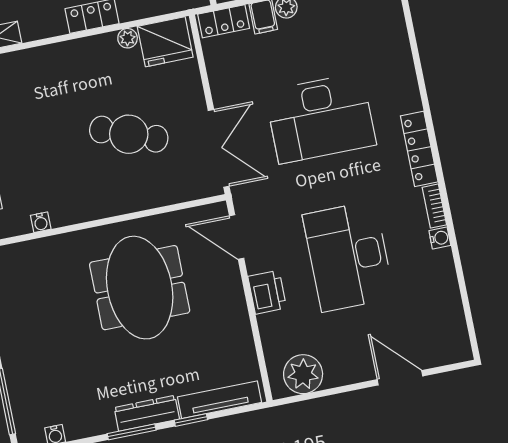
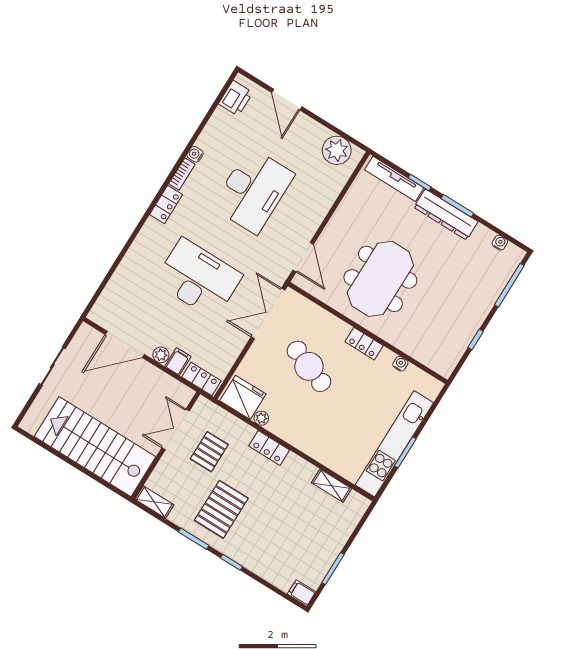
locker: (419, 149) -> (166, 204), width x0.66
locker: (95, 208) -> (364, 344), added
printer: (267, 292) -> (236, 98), moved, turned 180
dresser: (147, 413) -> (446, 214), width x1.37, depth x1.24

